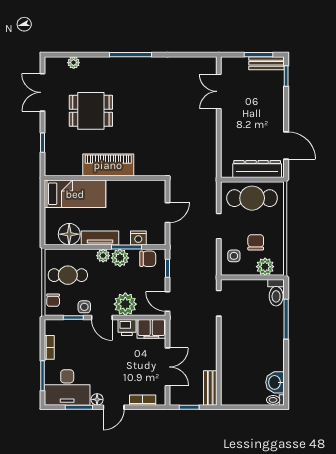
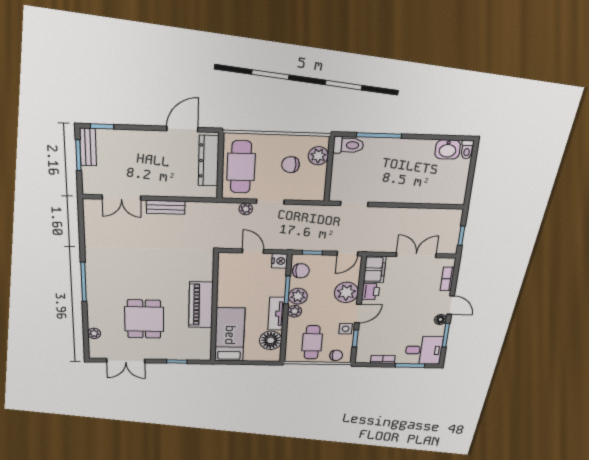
plant: (211, 204) -> (246, 209), added
nightstand: (138, 238) -> (280, 261), moved
side table: (234, 256) -> (304, 187), removed
chair: (148, 259) -> (301, 271), turned 90
desk: (67, 387) -> (424, 350), width x0.73
bench: (210, 388) -> (166, 207), moved

